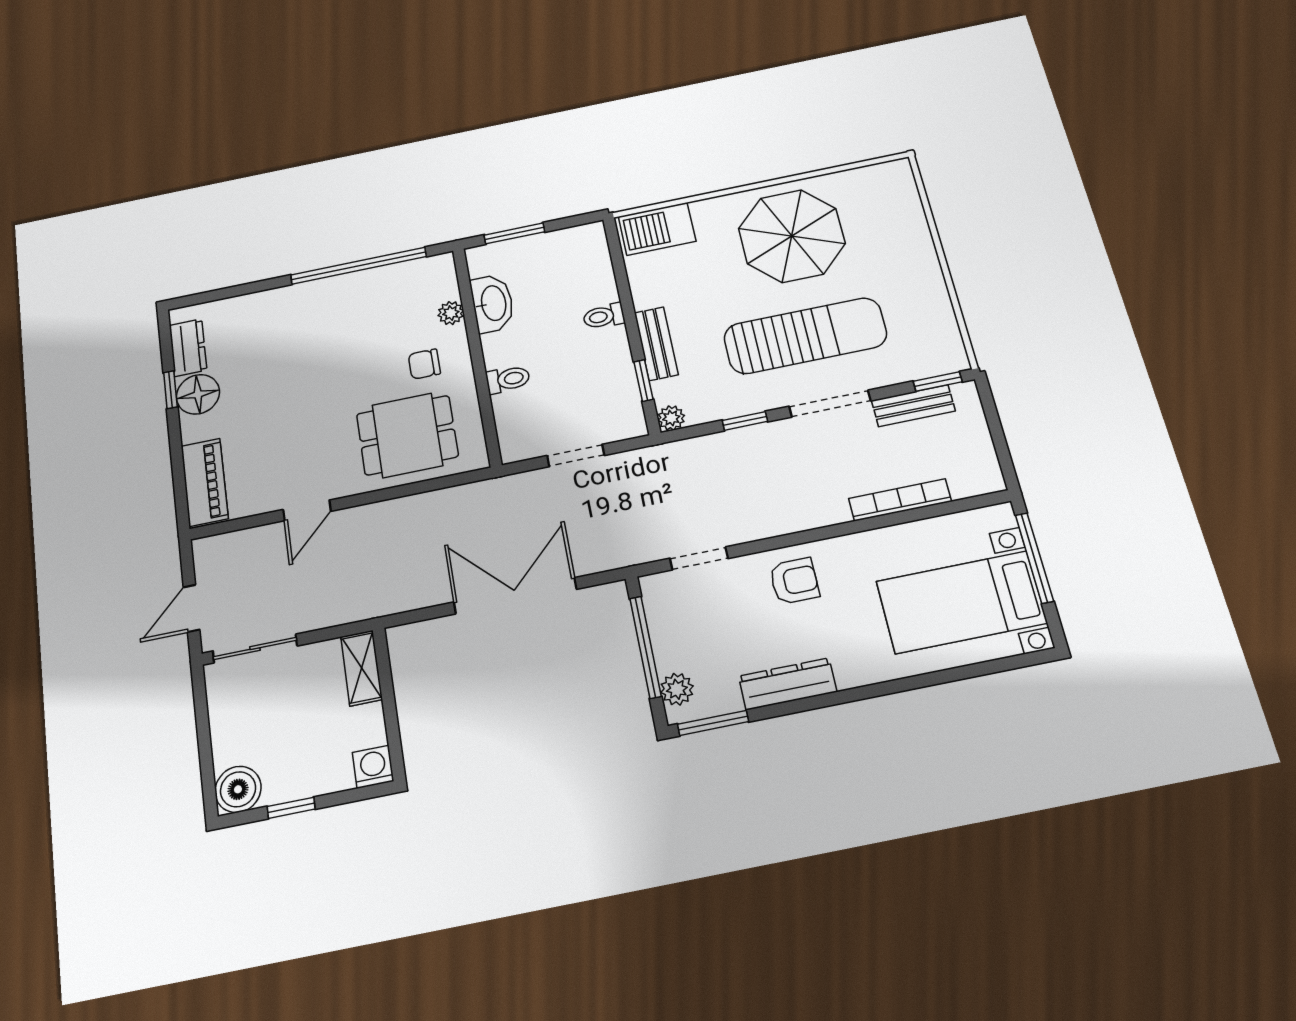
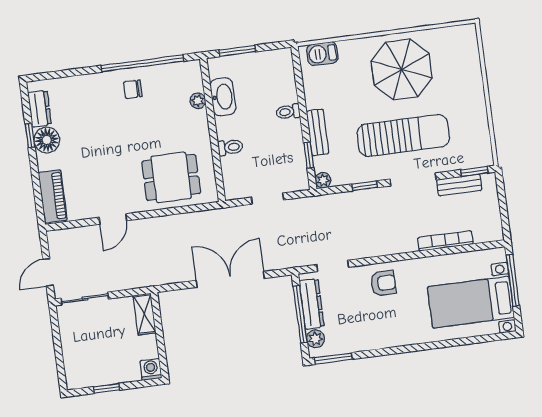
barbecue: (657, 229) -> (322, 54), width x0.73, depth x0.79
chair: (424, 364) -> (133, 89), moved
dresser: (788, 684) -> (312, 304), moved, turned 90
boiler: (238, 789) -> (78, 376), removed

